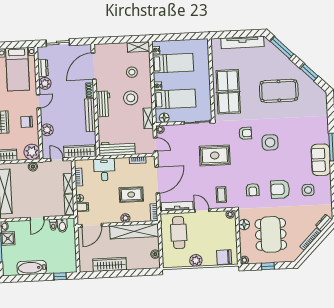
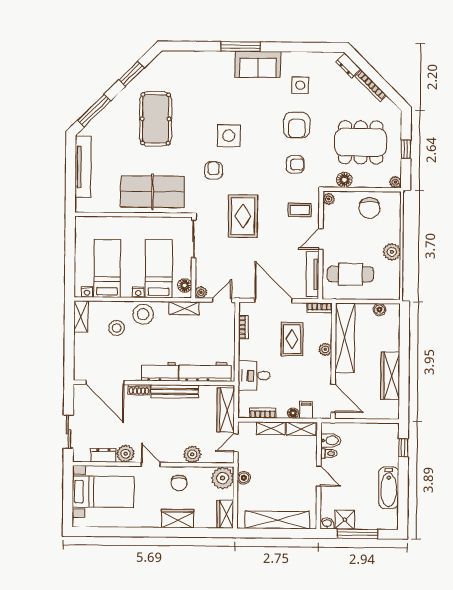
stool: (131, 98) -> (143, 314), moved
workbench: (117, 149) -> (205, 372), moved, turned 90
chair: (224, 257) -> (370, 208), moved

